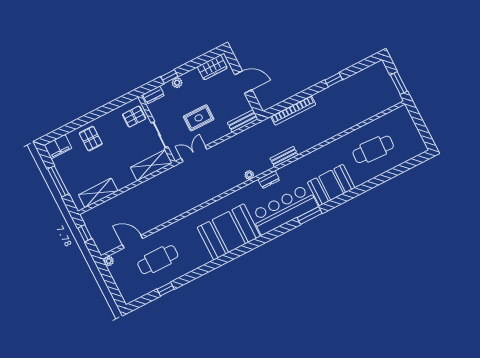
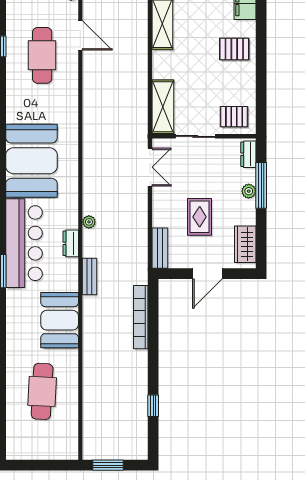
window: (169, 77) -> (261, 185), width x2.17
window: (334, 80) -> (153, 406), moved
pallet: (134, 117) -> (234, 117), turned 90
rug: (199, 118) -> (200, 217), moved
booth: (331, 185) -> (60, 320), moved
door: (132, 242) -> (80, 35), hinge flipped

